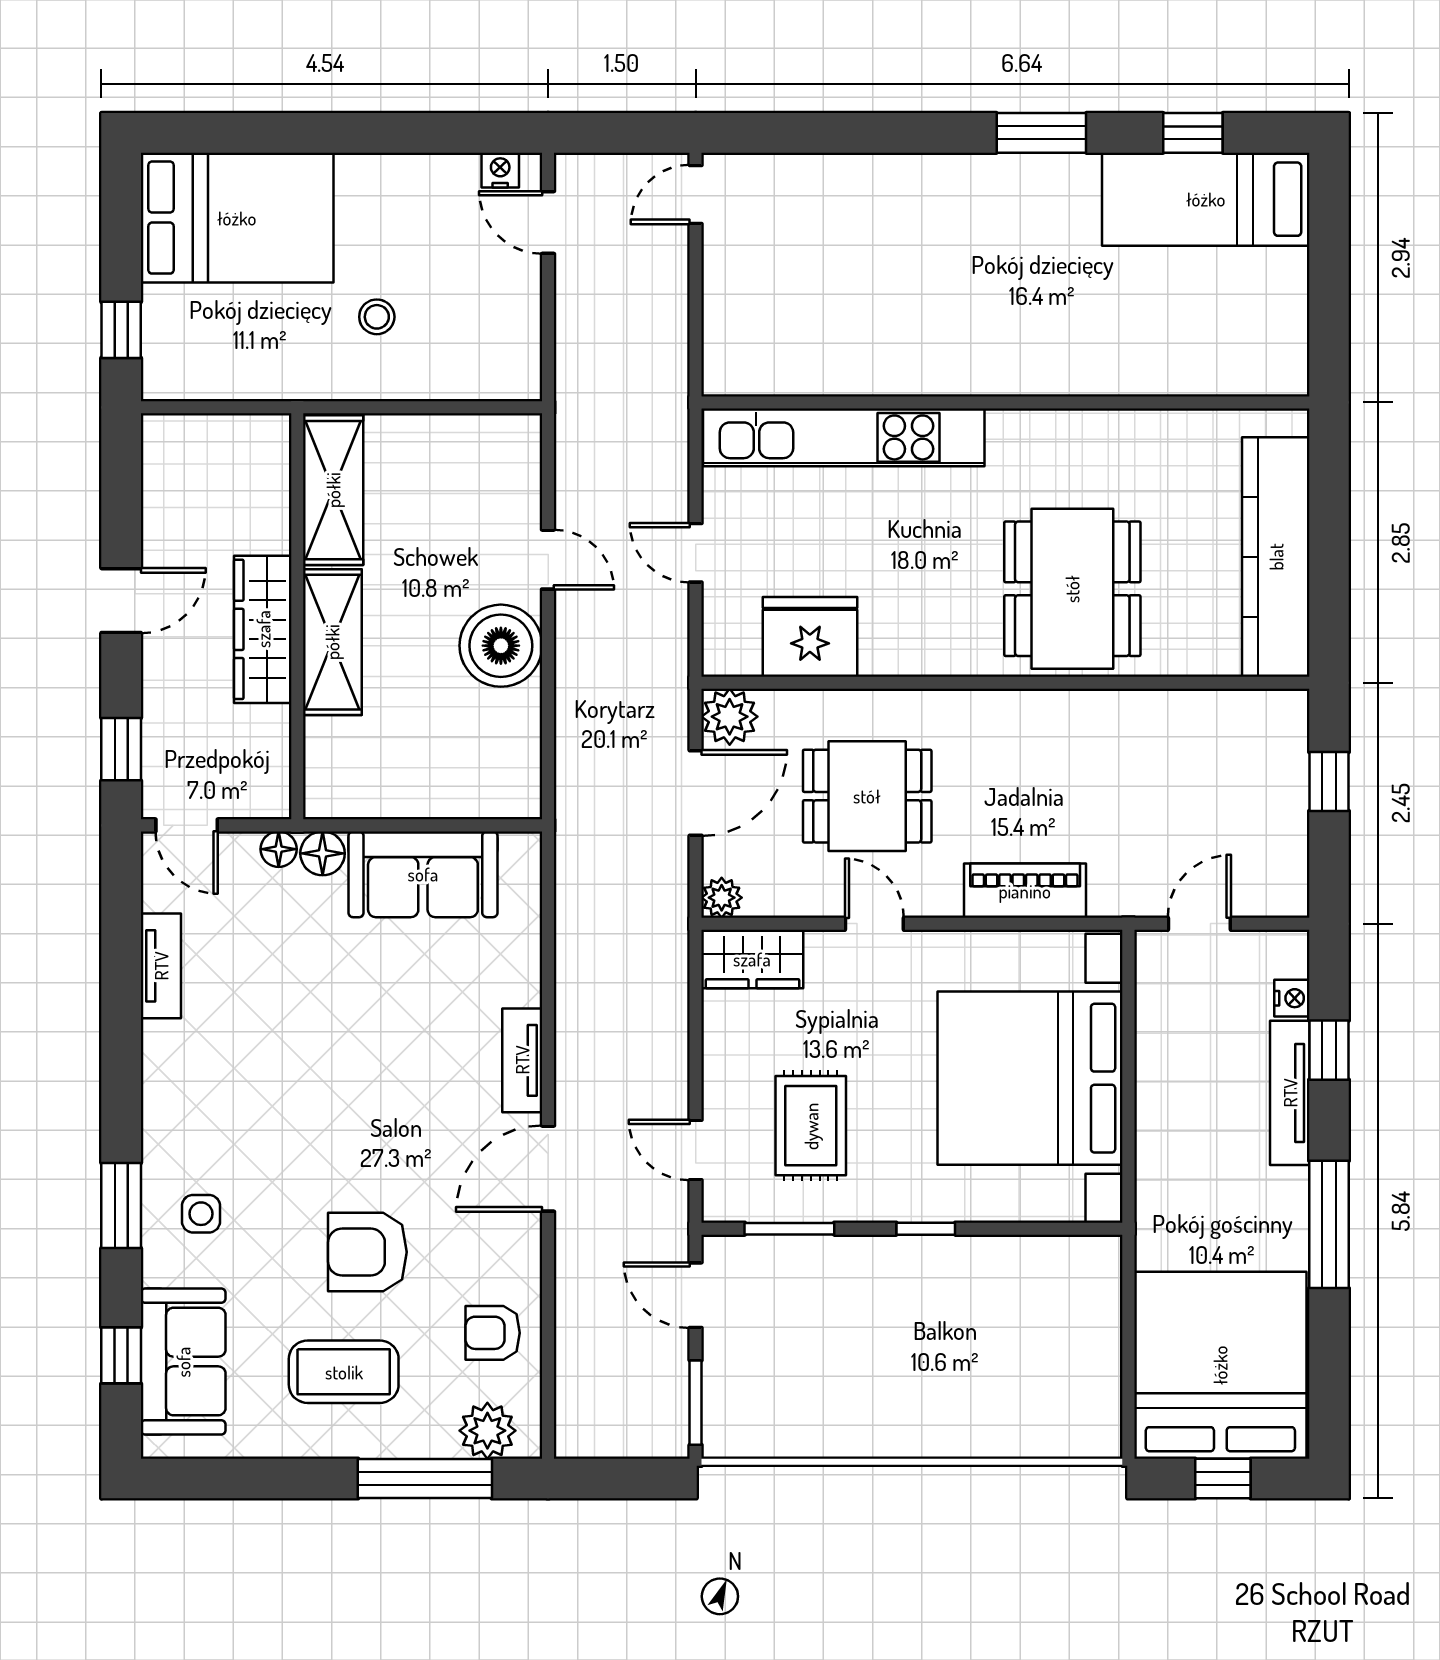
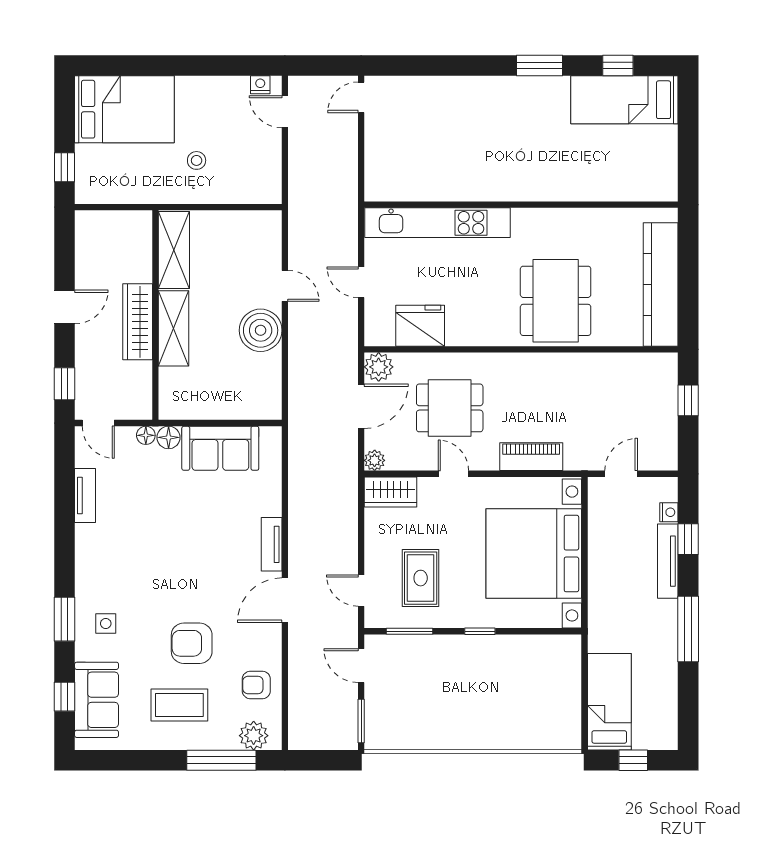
bed: (1220, 1365) -> (609, 702), width x0.49

